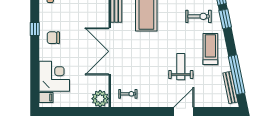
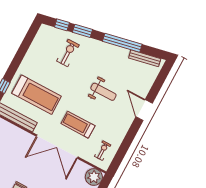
treadmill: (210, 49) -> (78, 125), moved
weight bench: (181, 67) -> (103, 92), turned 180
window: (237, 75) -> (122, 43), moved

